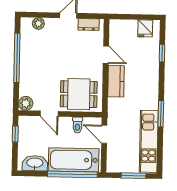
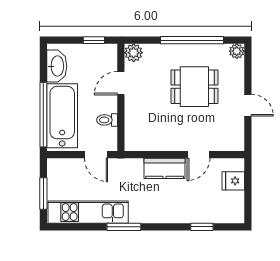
plant: (38, 23) -> (237, 51), moved
dresser: (89, 25) -> (237, 132), removed
fridge: (145, 28) -> (233, 181), moved
dining table: (79, 94) -> (194, 87), moved, turned 90
door: (104, 134) -> (96, 155), swing flipped

